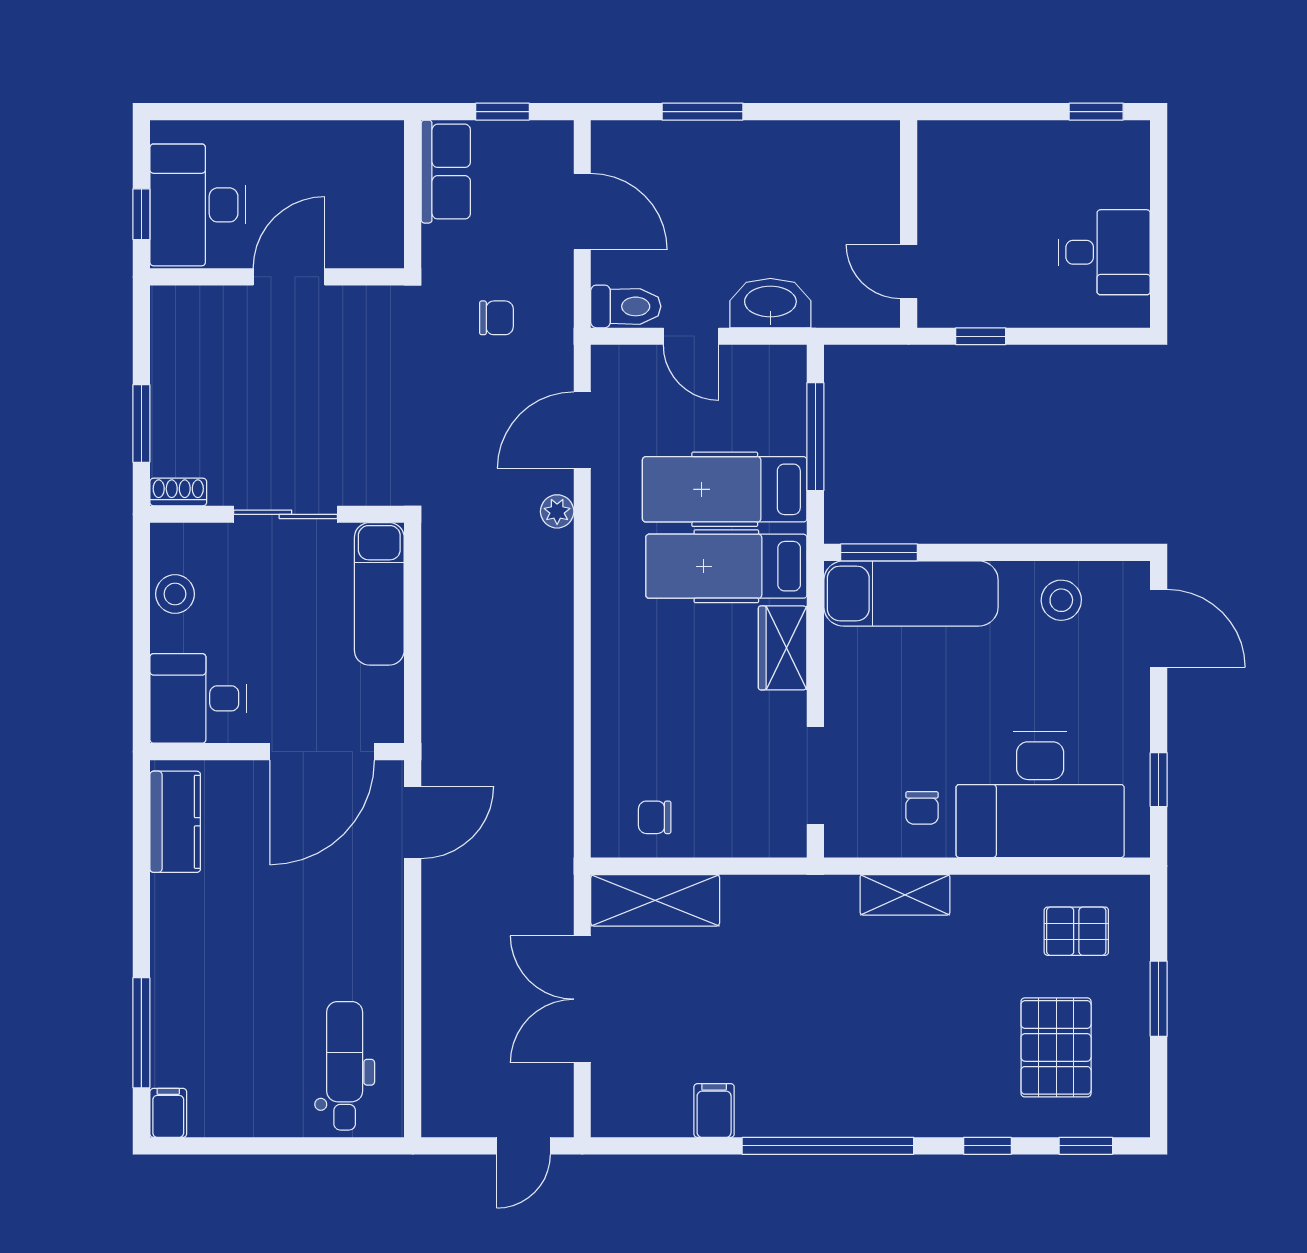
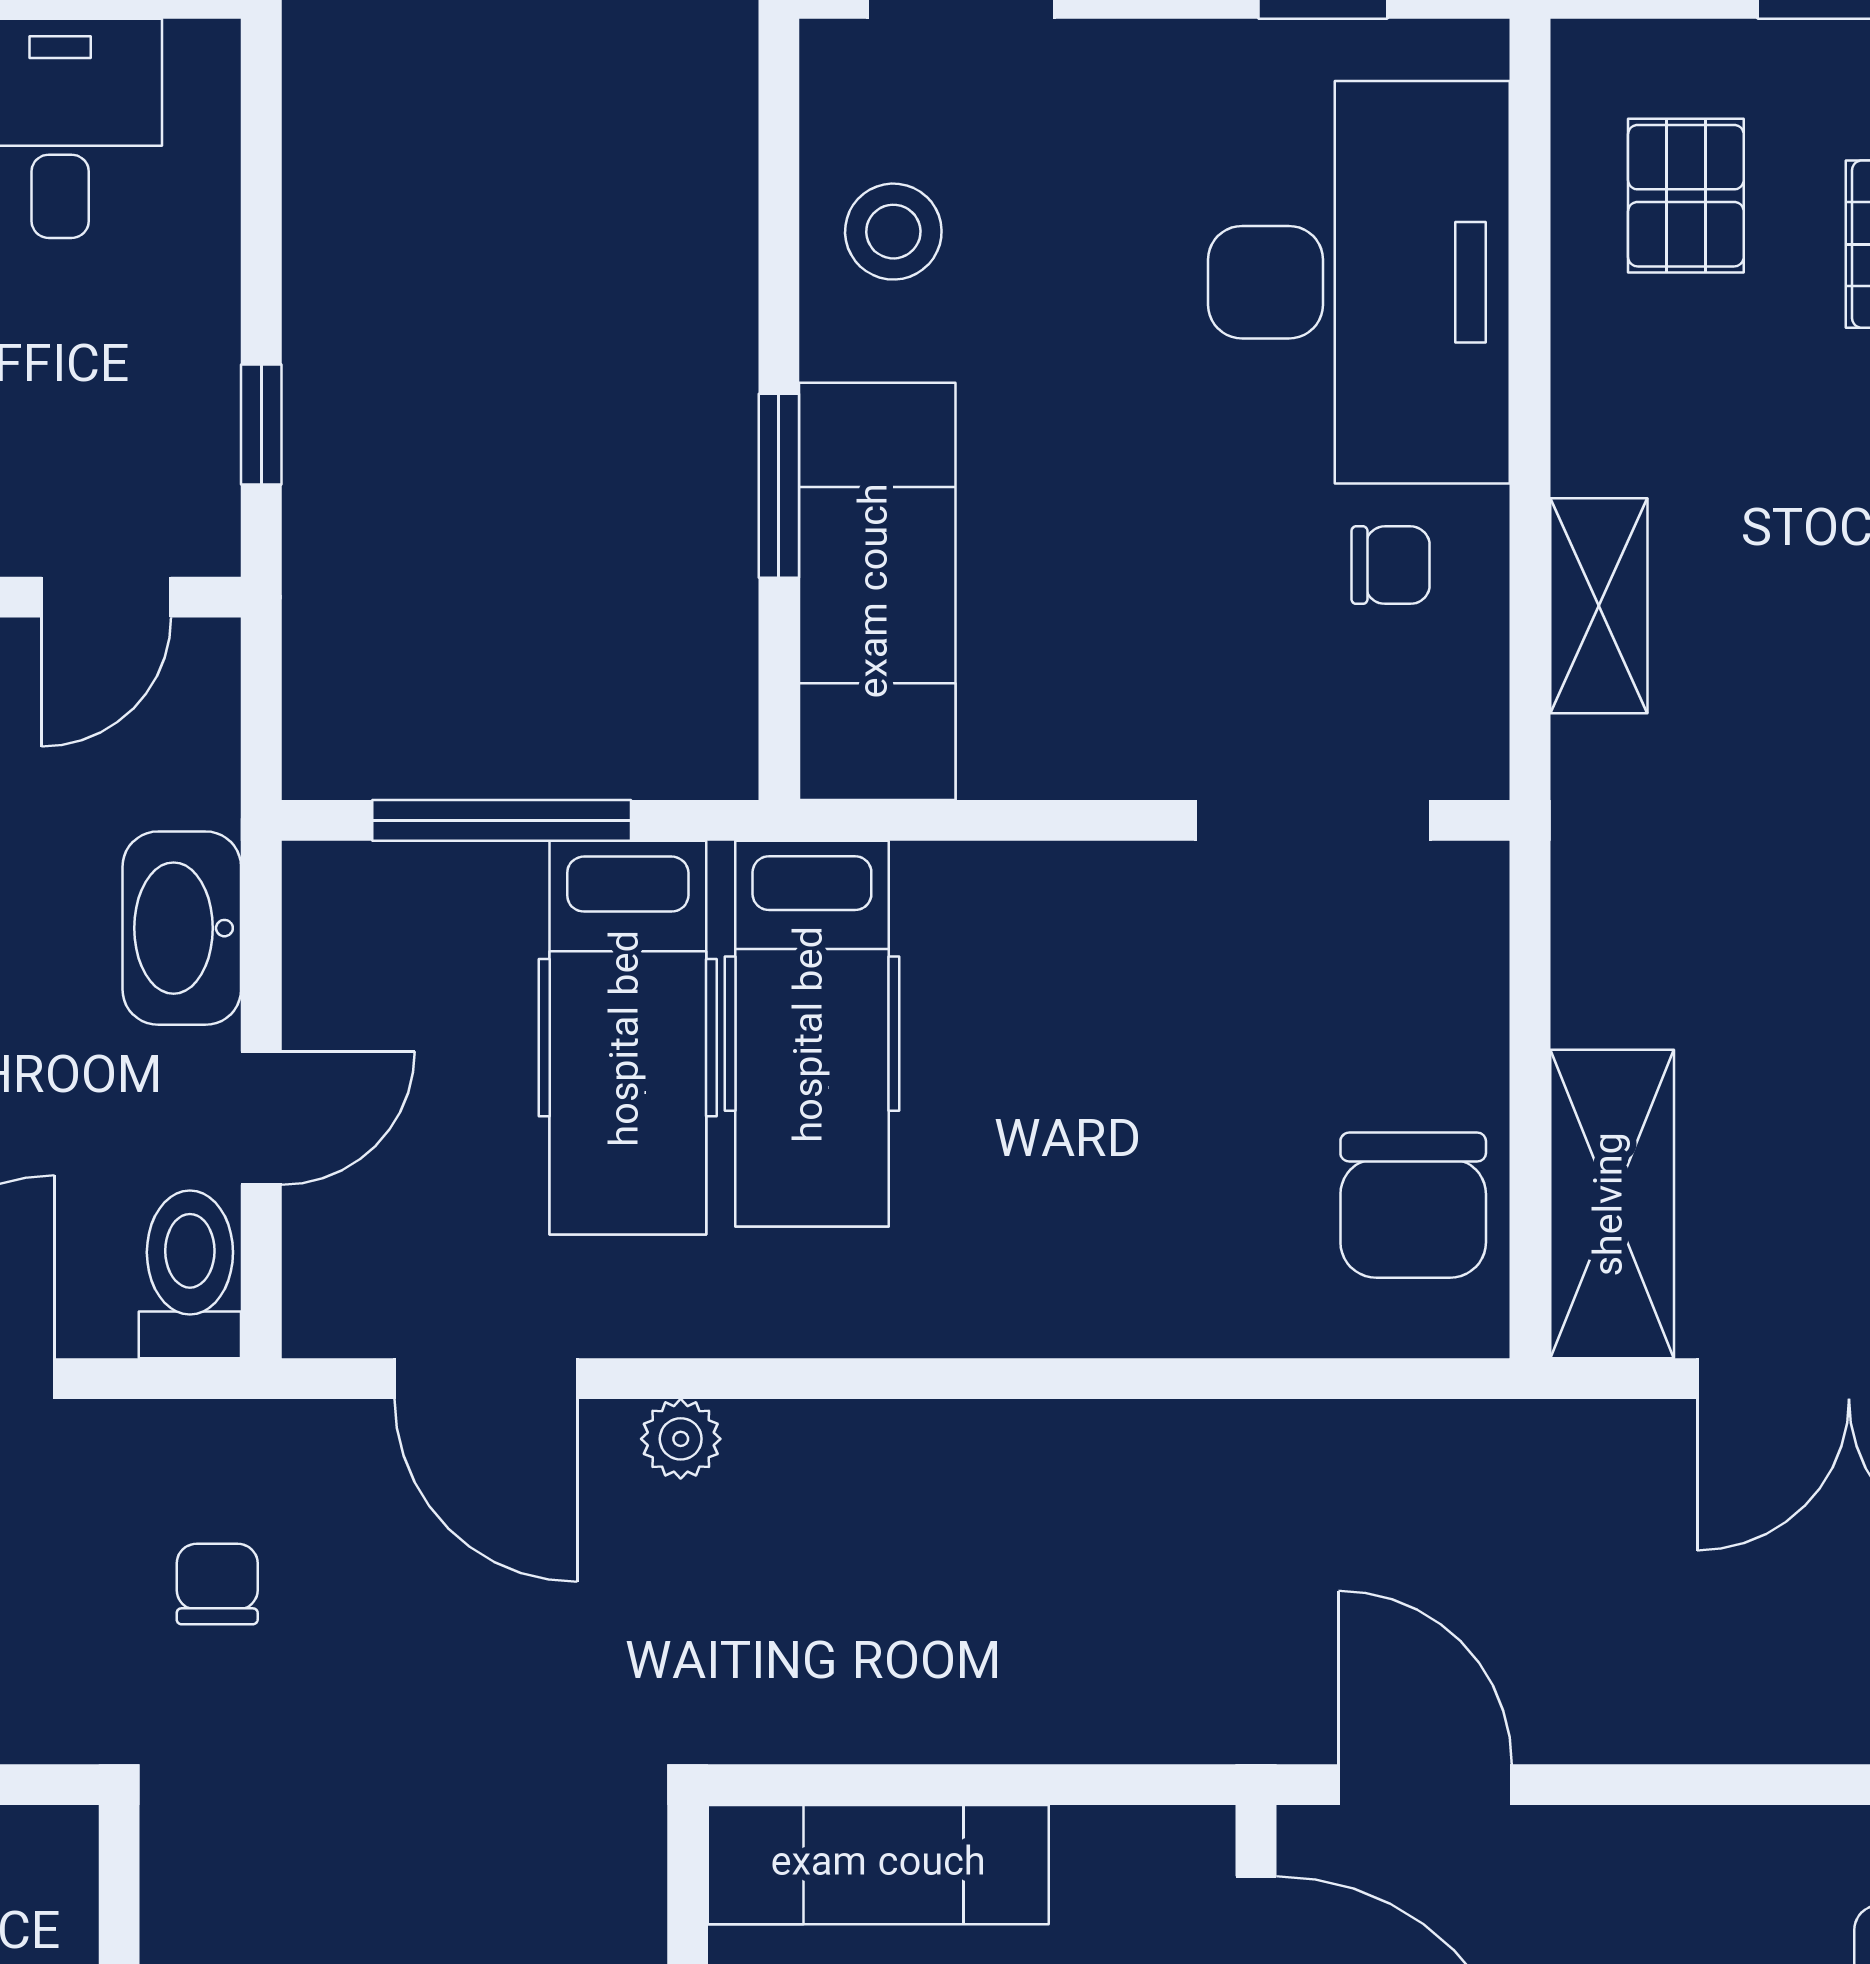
window: (879, 552) -> (779, 486), moved
wardrobe: (783, 648) -> (1008, 899), removed
chair: (655, 817) -> (1413, 1205), width x1.87, depth x1.87

